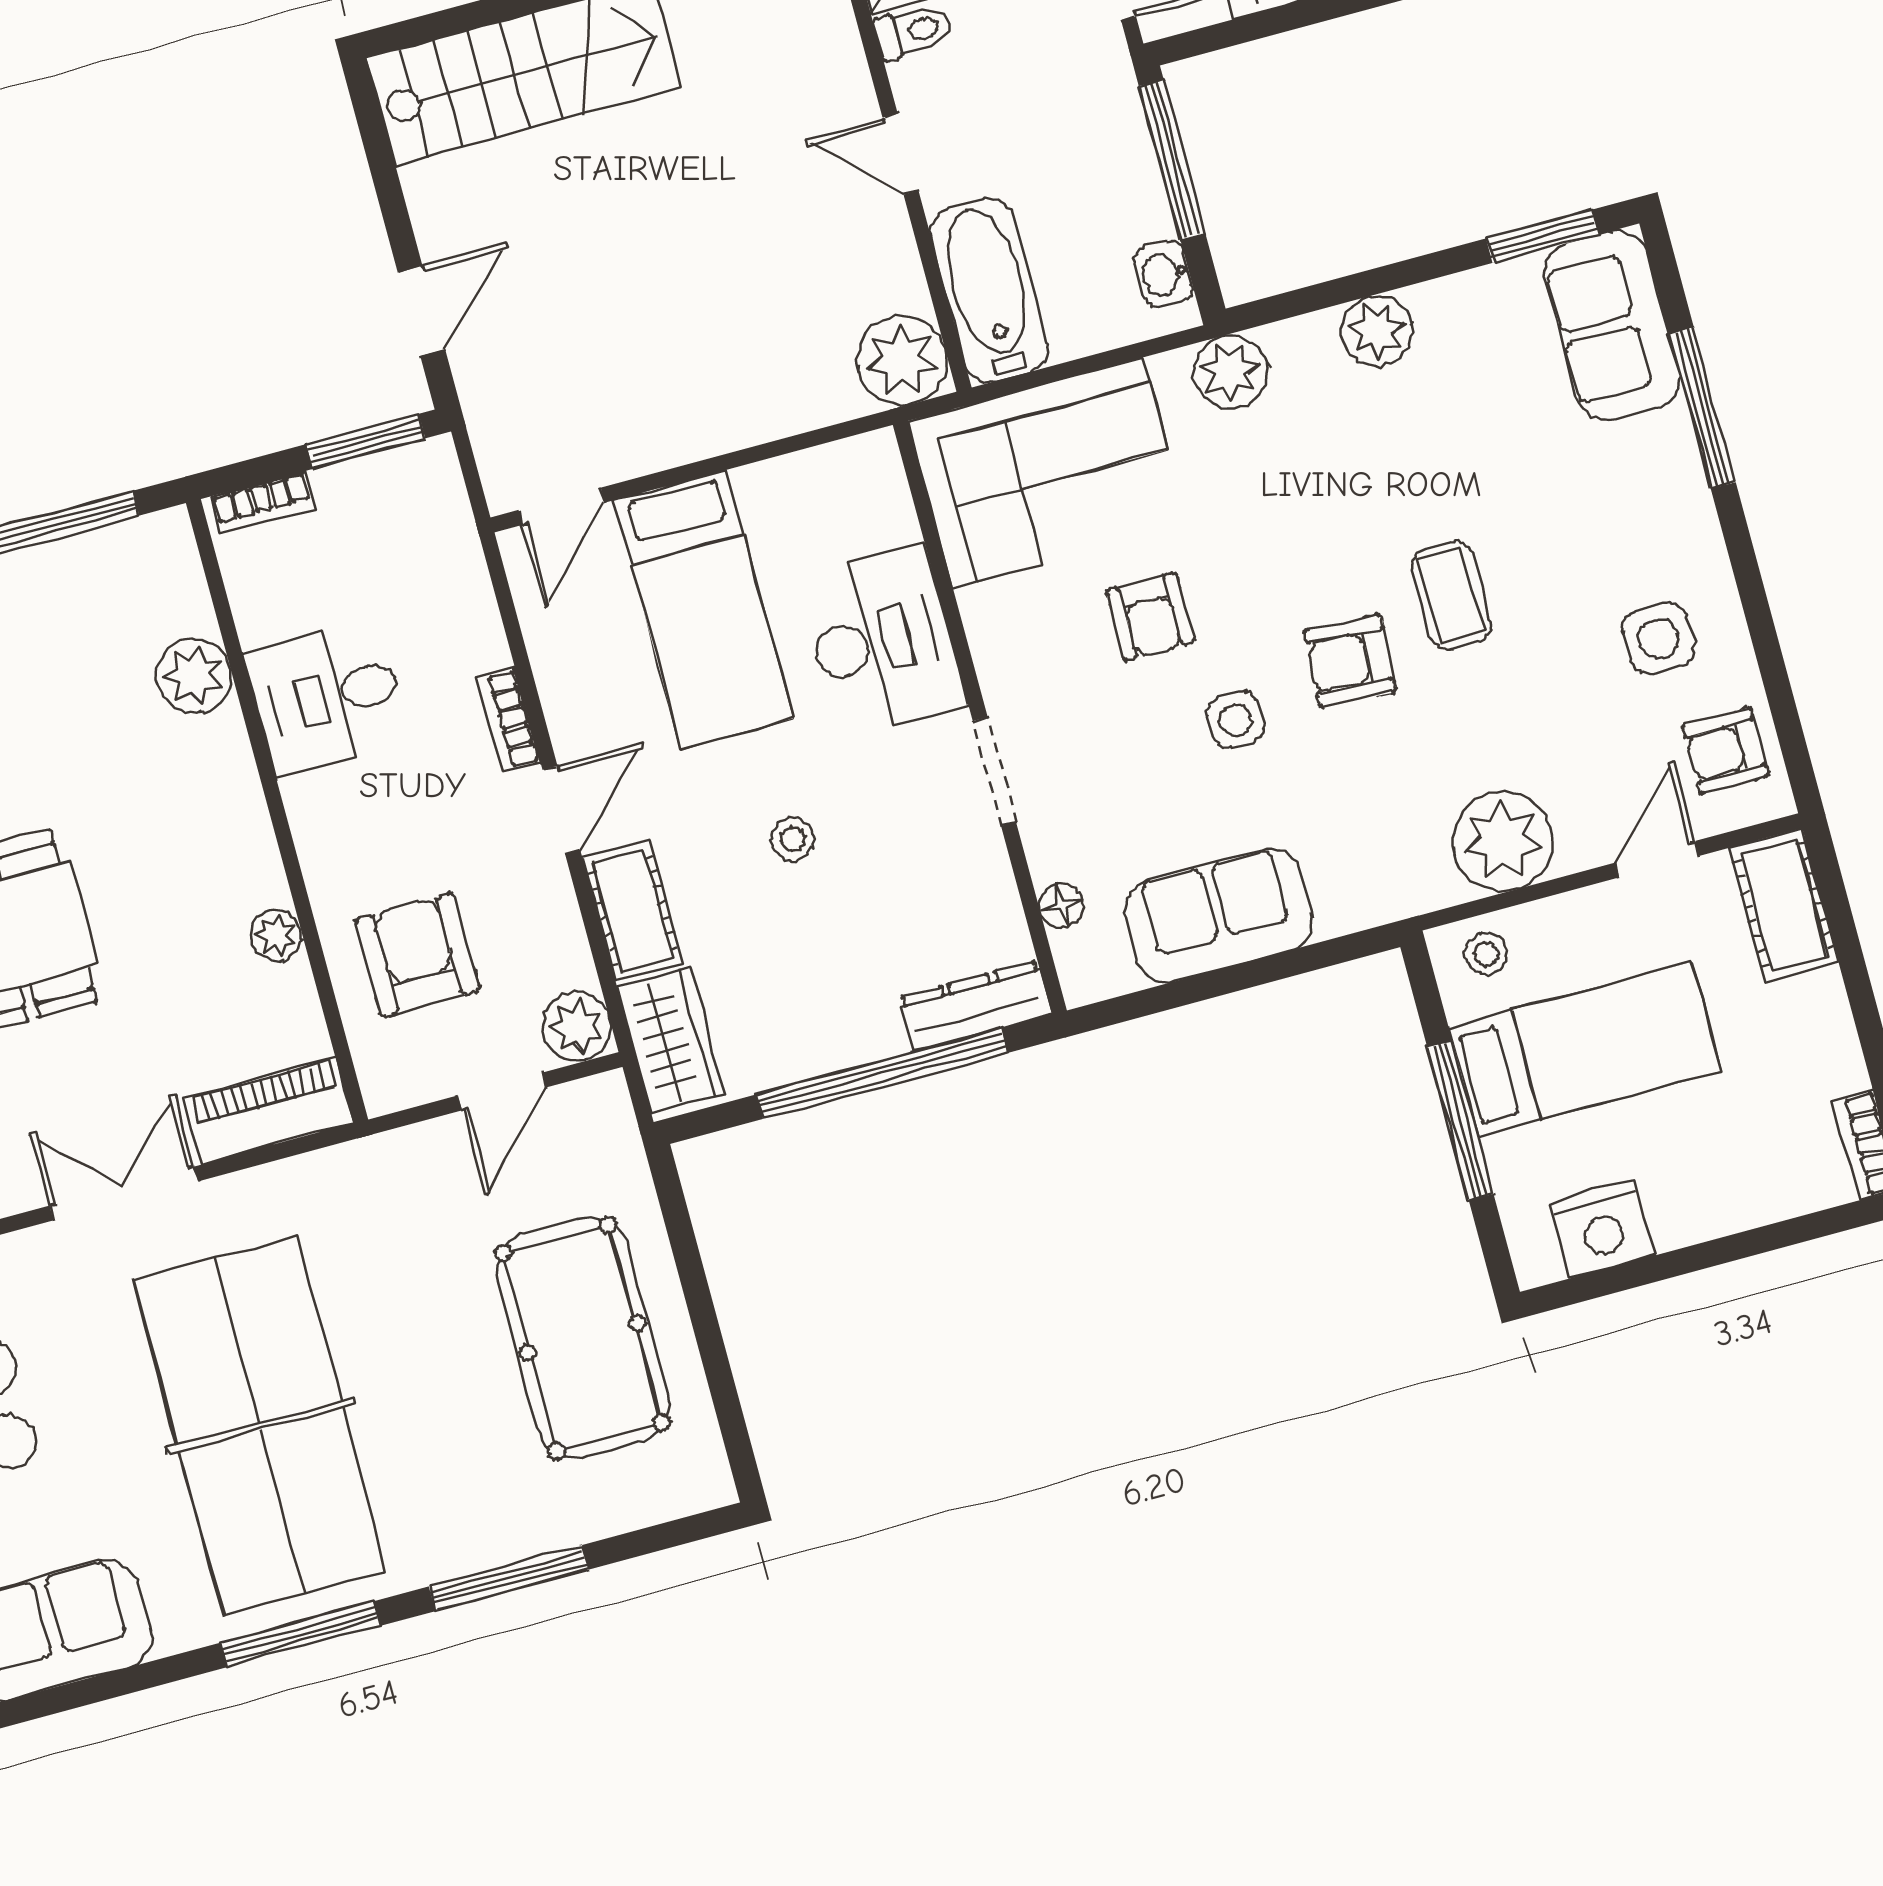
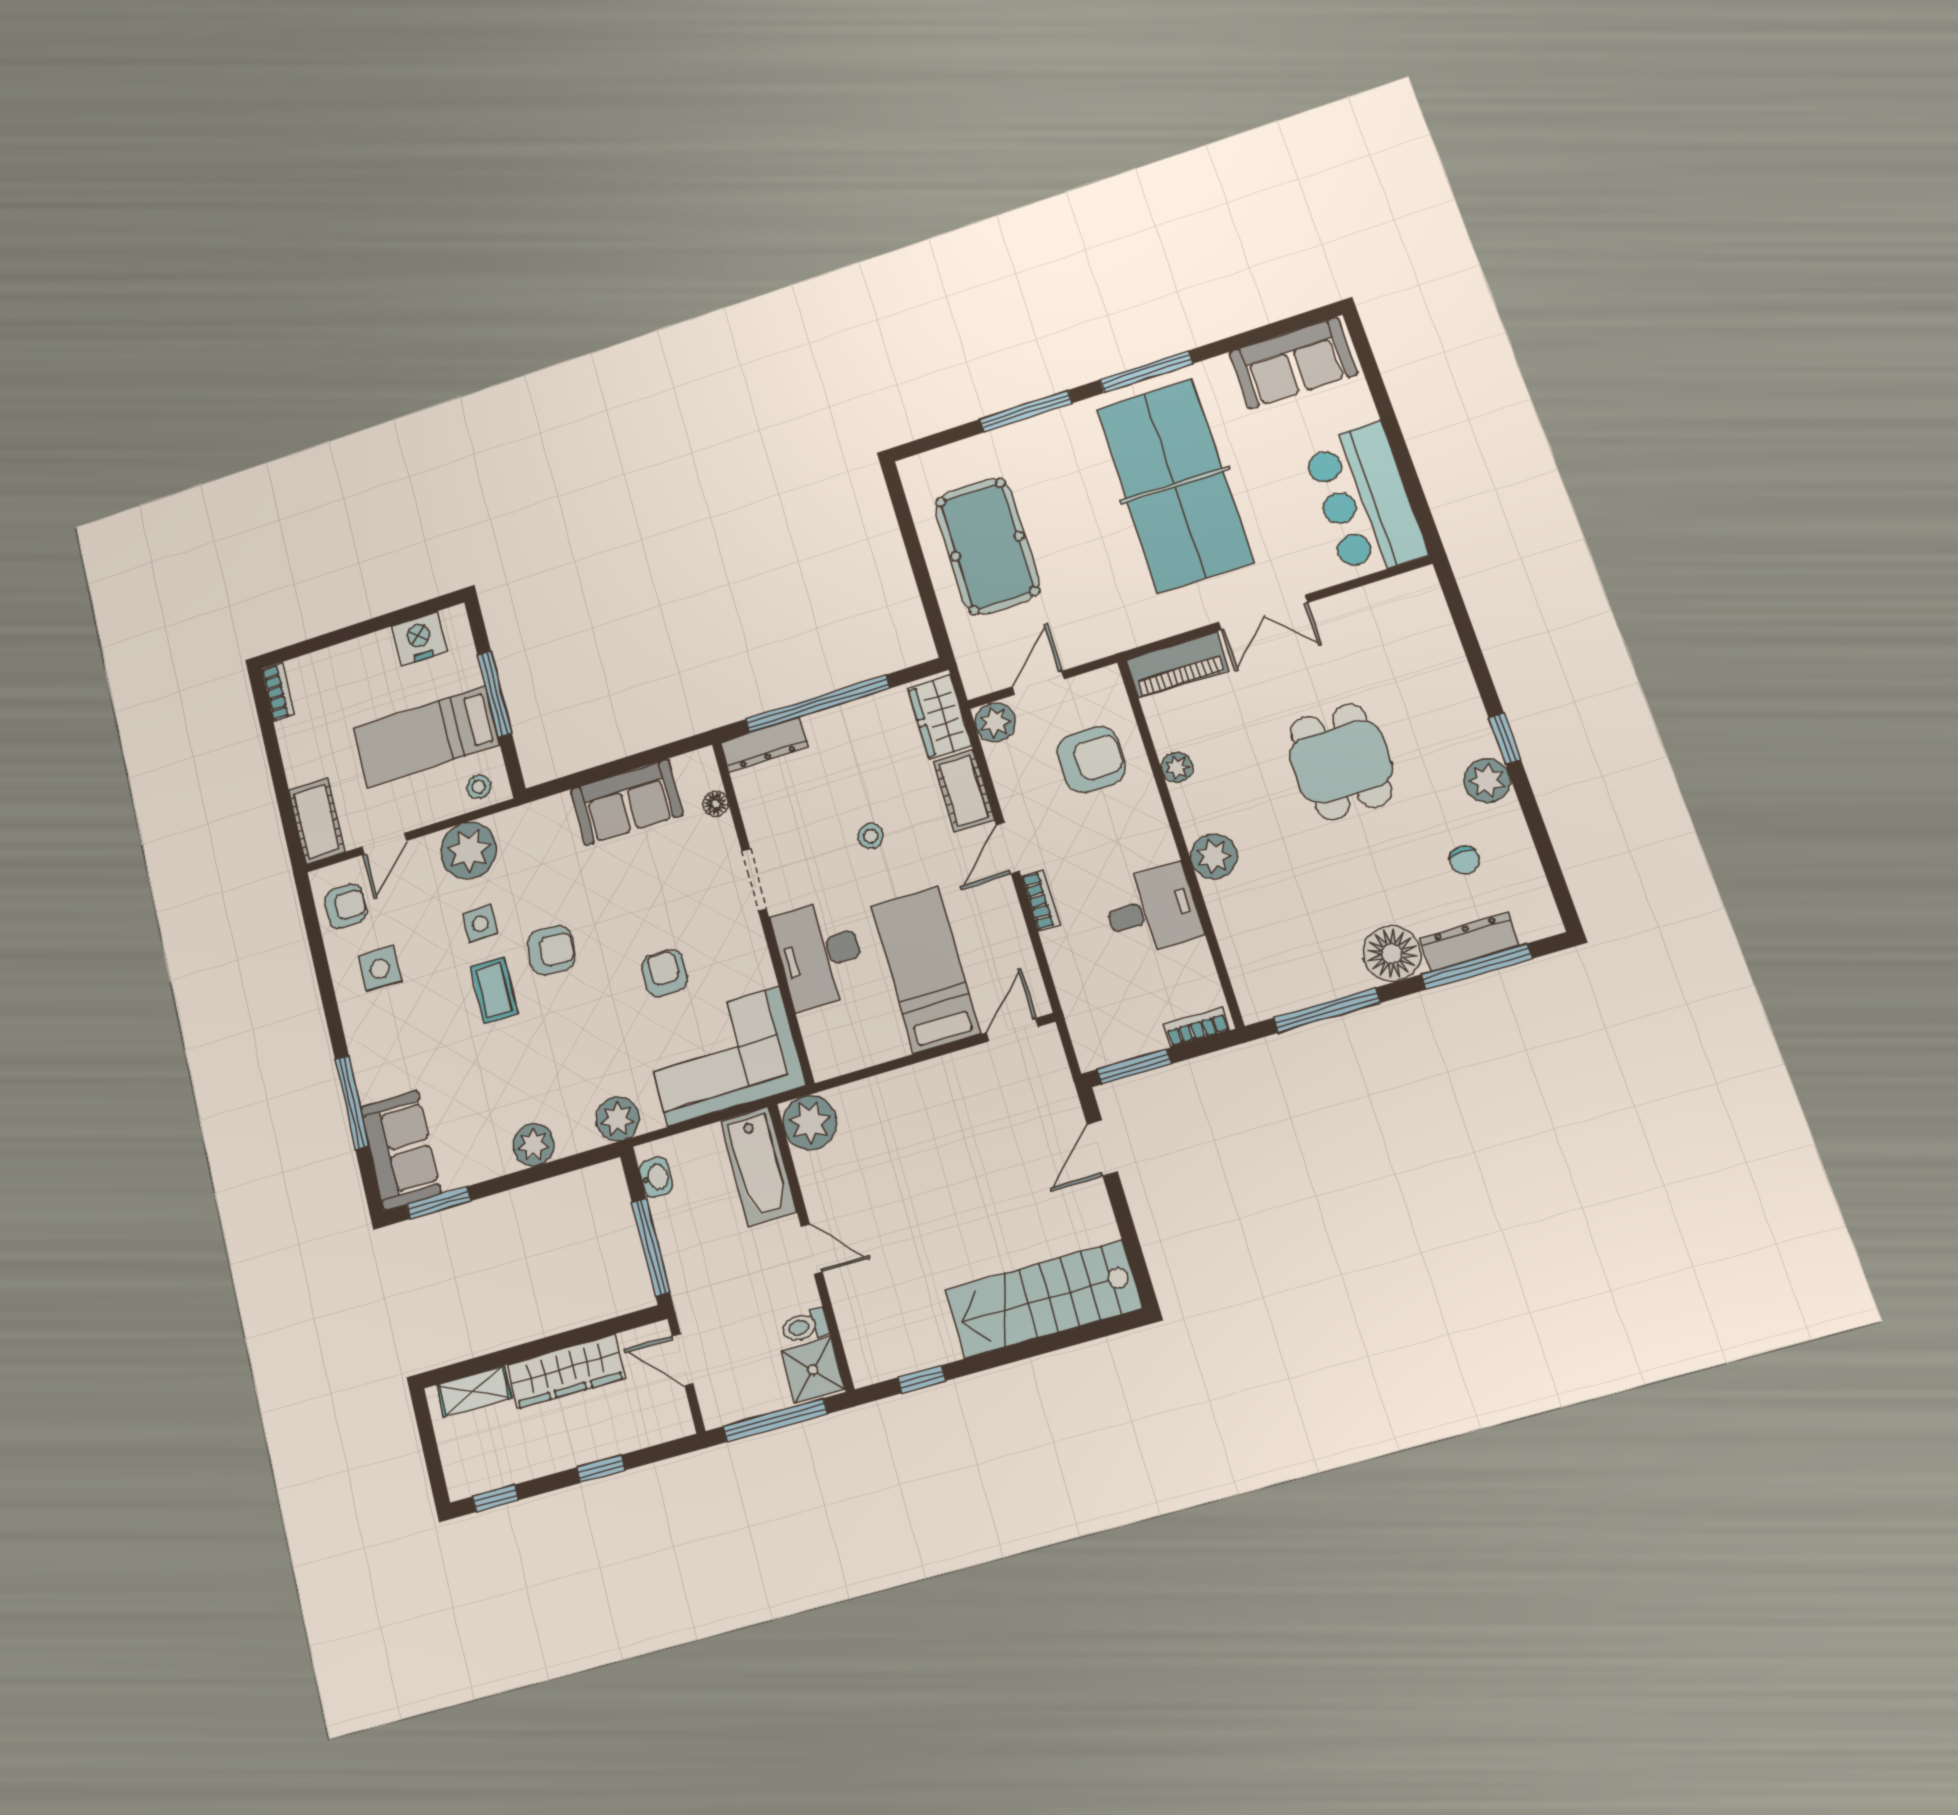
plant: (194, 676) -> (1214, 856), moved
side table: (1236, 720) -> (480, 924), moved
armchair: (417, 955) -> (1091, 759), turned -90

